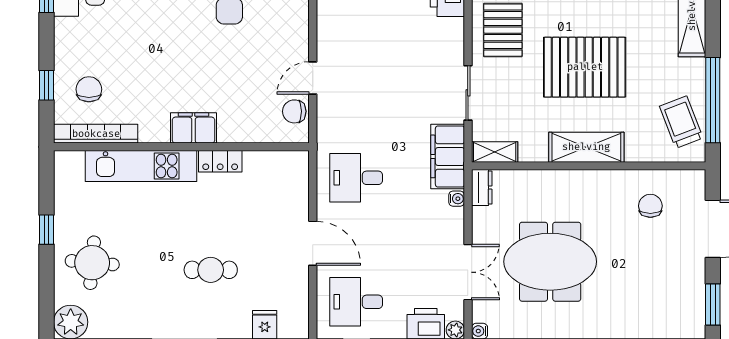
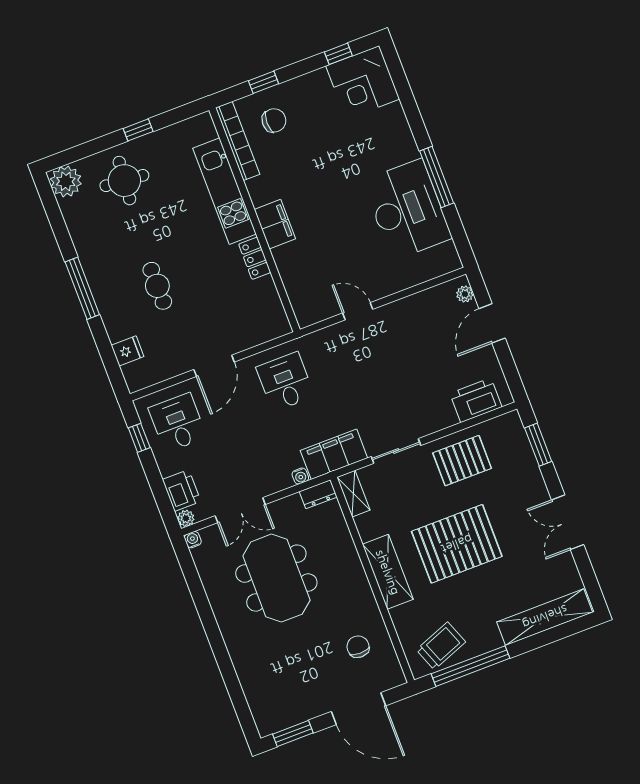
pallet: (585, 67) -> (457, 544), turned 90
chair: (294, 111) -> (323, 306), removed
chair: (650, 206) -> (358, 647), turned -90

